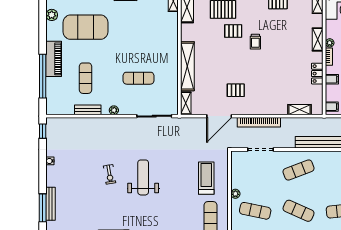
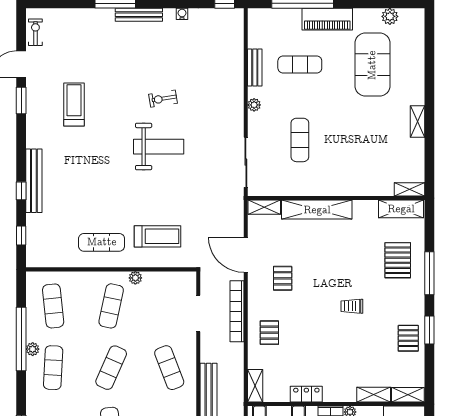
pallet: (233, 31) -> (269, 333), moved
shelving: (318, 39) -> (374, 395), moved
shelving: (300, 110) -> (255, 386), moved
bench: (51, 204) -> (139, 15), moved

